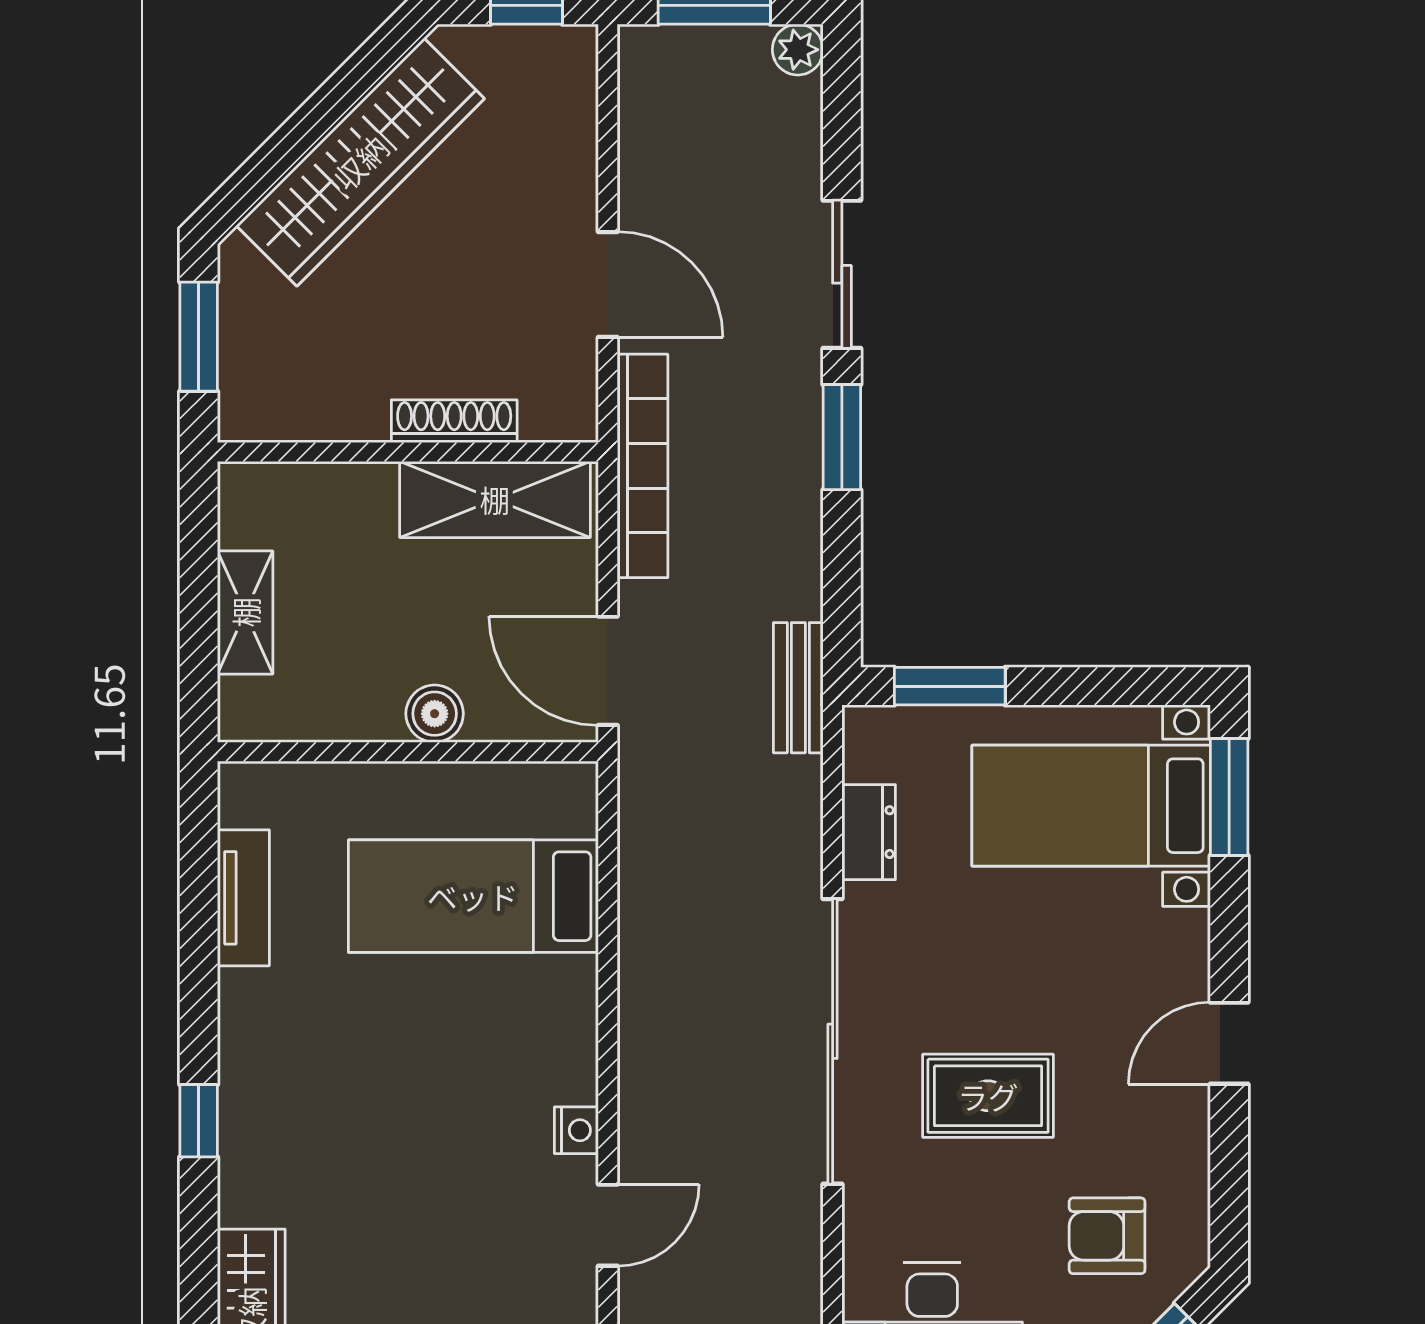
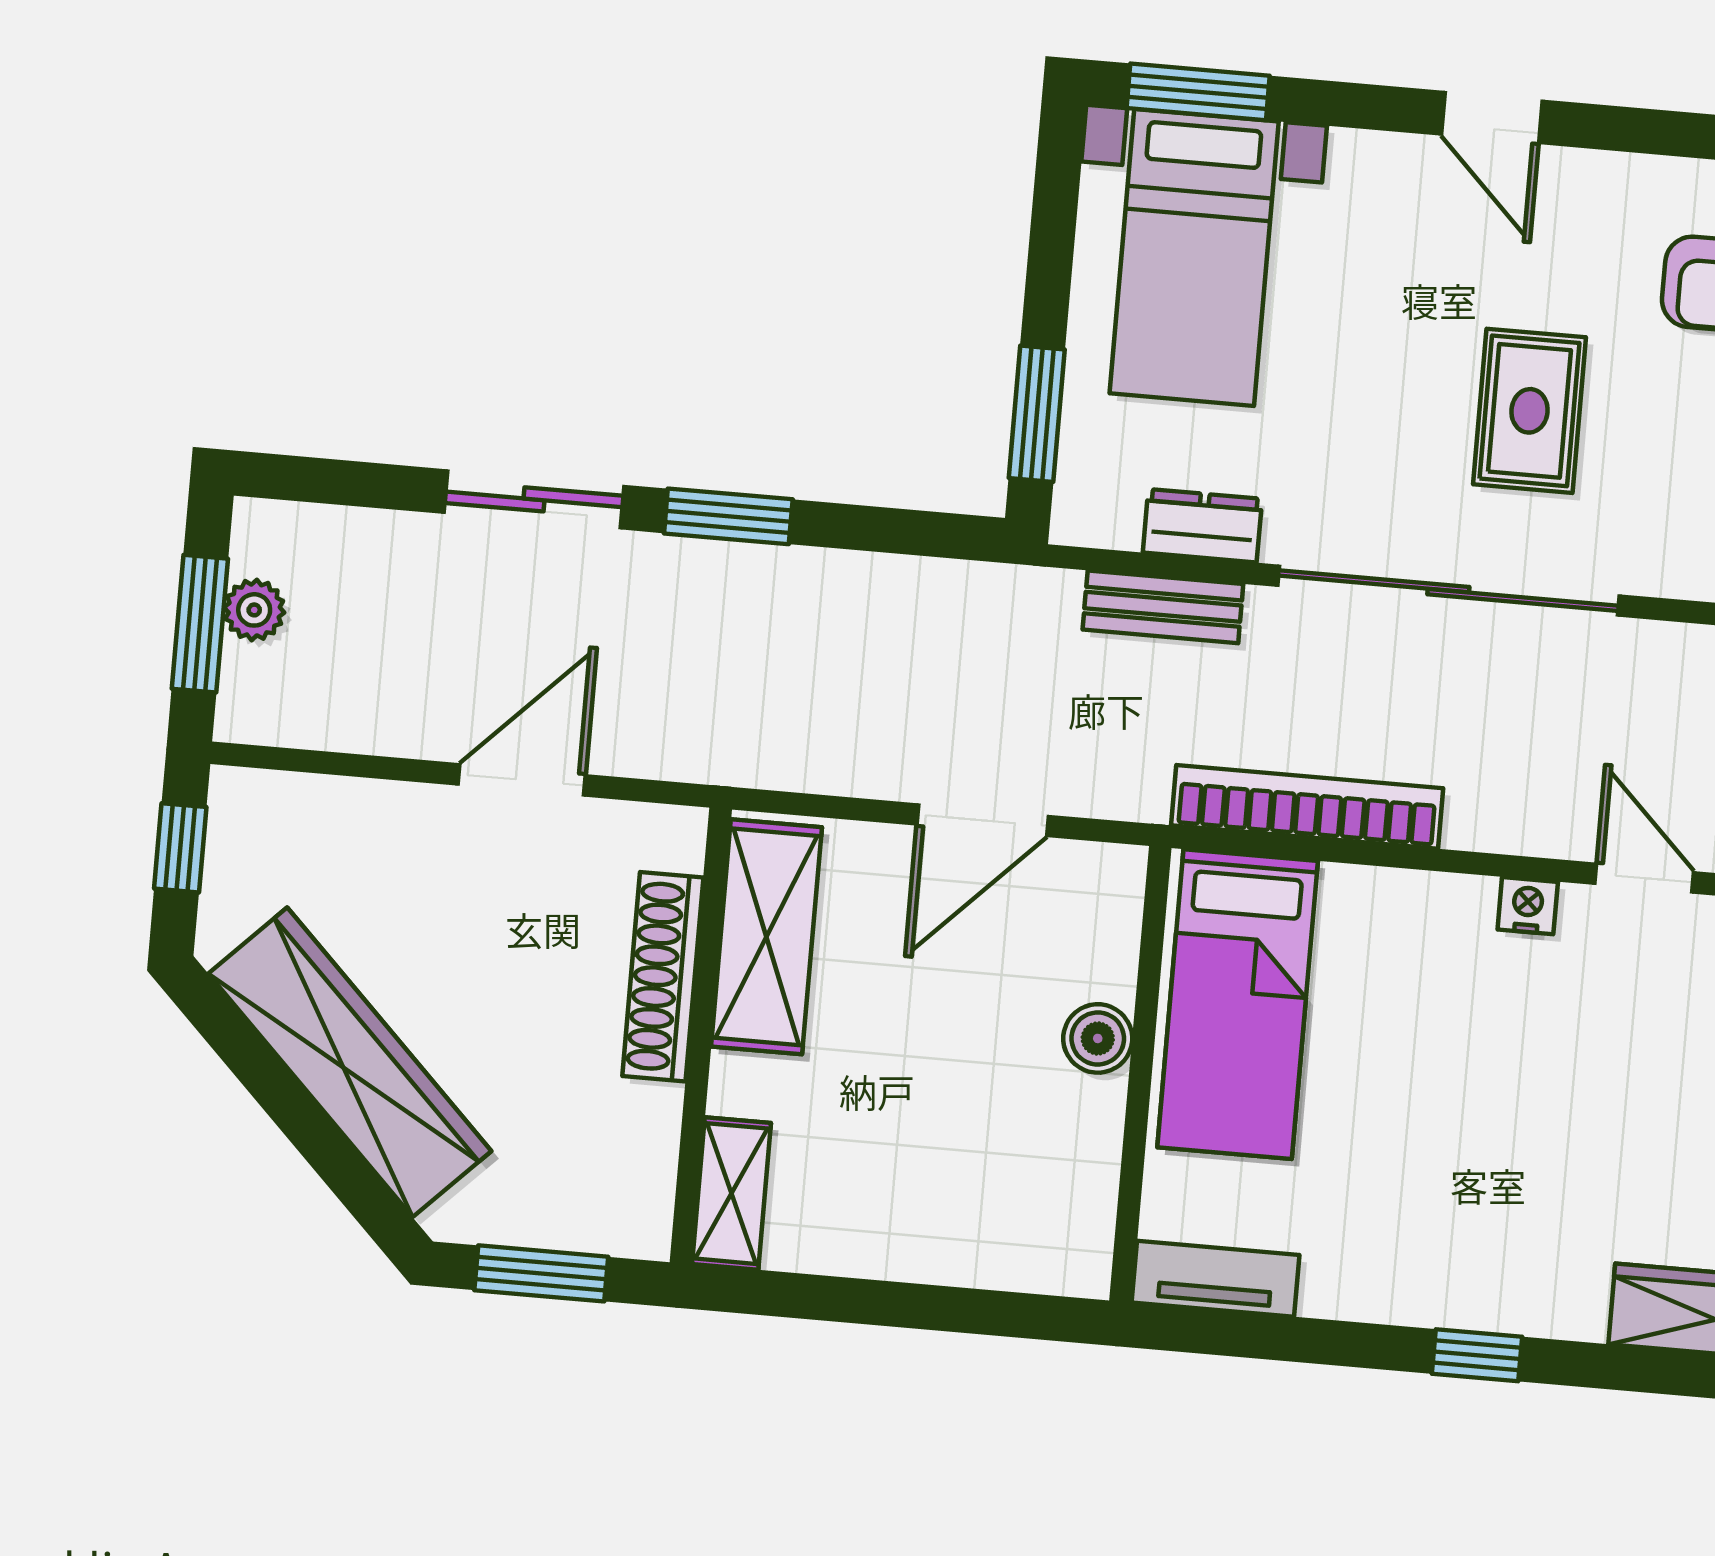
plant: (798, 50) -> (254, 610), moved
shoe rack: (454, 421) -> (663, 977), width x1.36, depth x1.24
bookcase: (642, 466) -> (1307, 807), moved
shelving: (245, 612) -> (732, 1194), moved, turned 90
bench: (798, 688) -> (1163, 607), moved
boiler: (435, 714) -> (1098, 1038), moved
wall: (408, 752) -> (1140, 1074), moved

